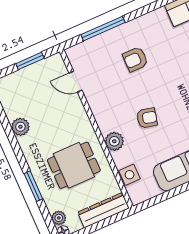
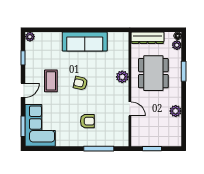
door: (75, 82) -> (130, 109), moved
armchair: (147, 118) -> (80, 83), moved
dining table: (74, 165) -> (153, 73), width x1.38
side table: (130, 175) -> (122, 52), removed

